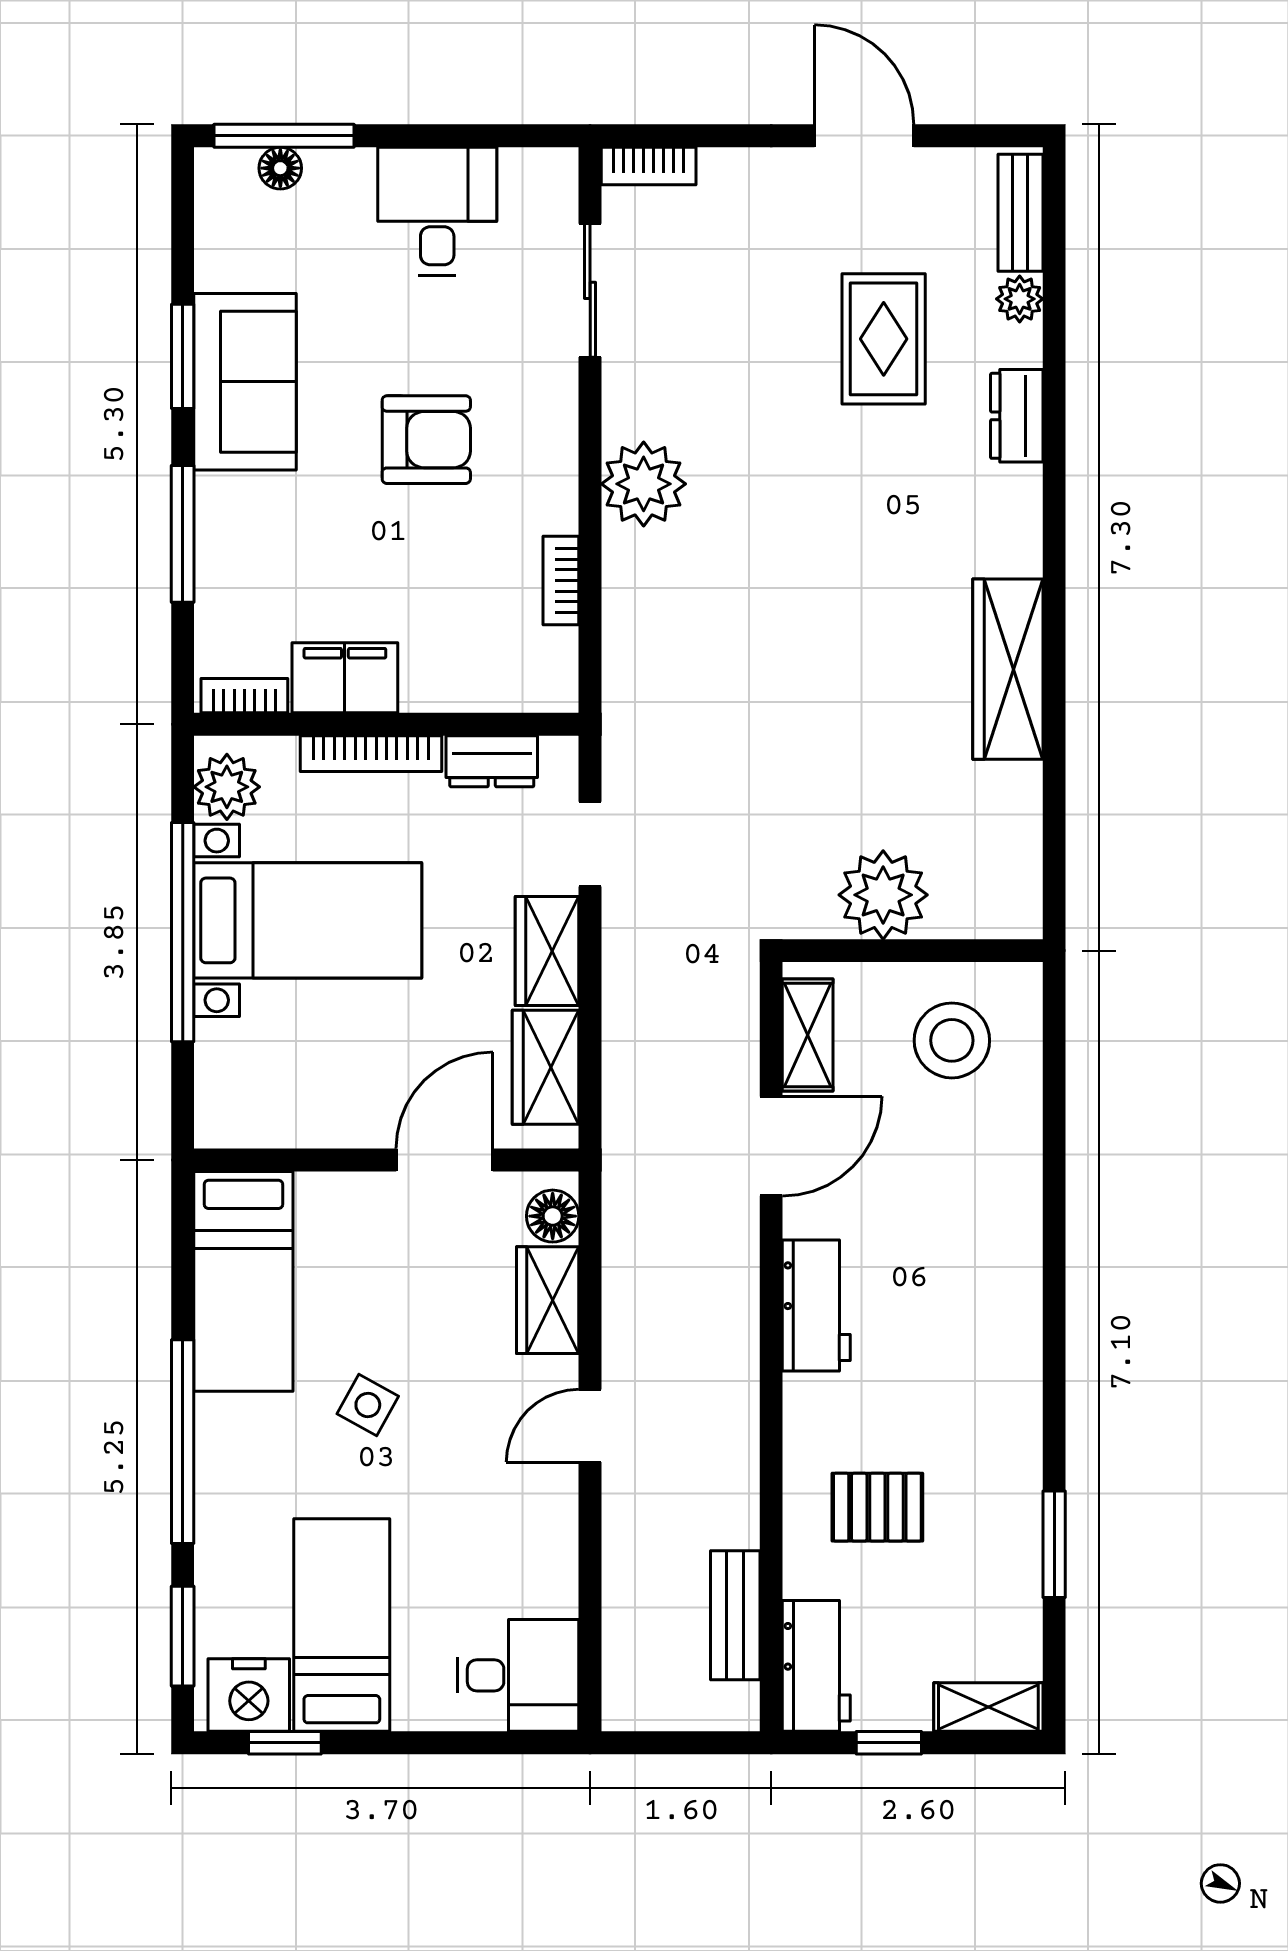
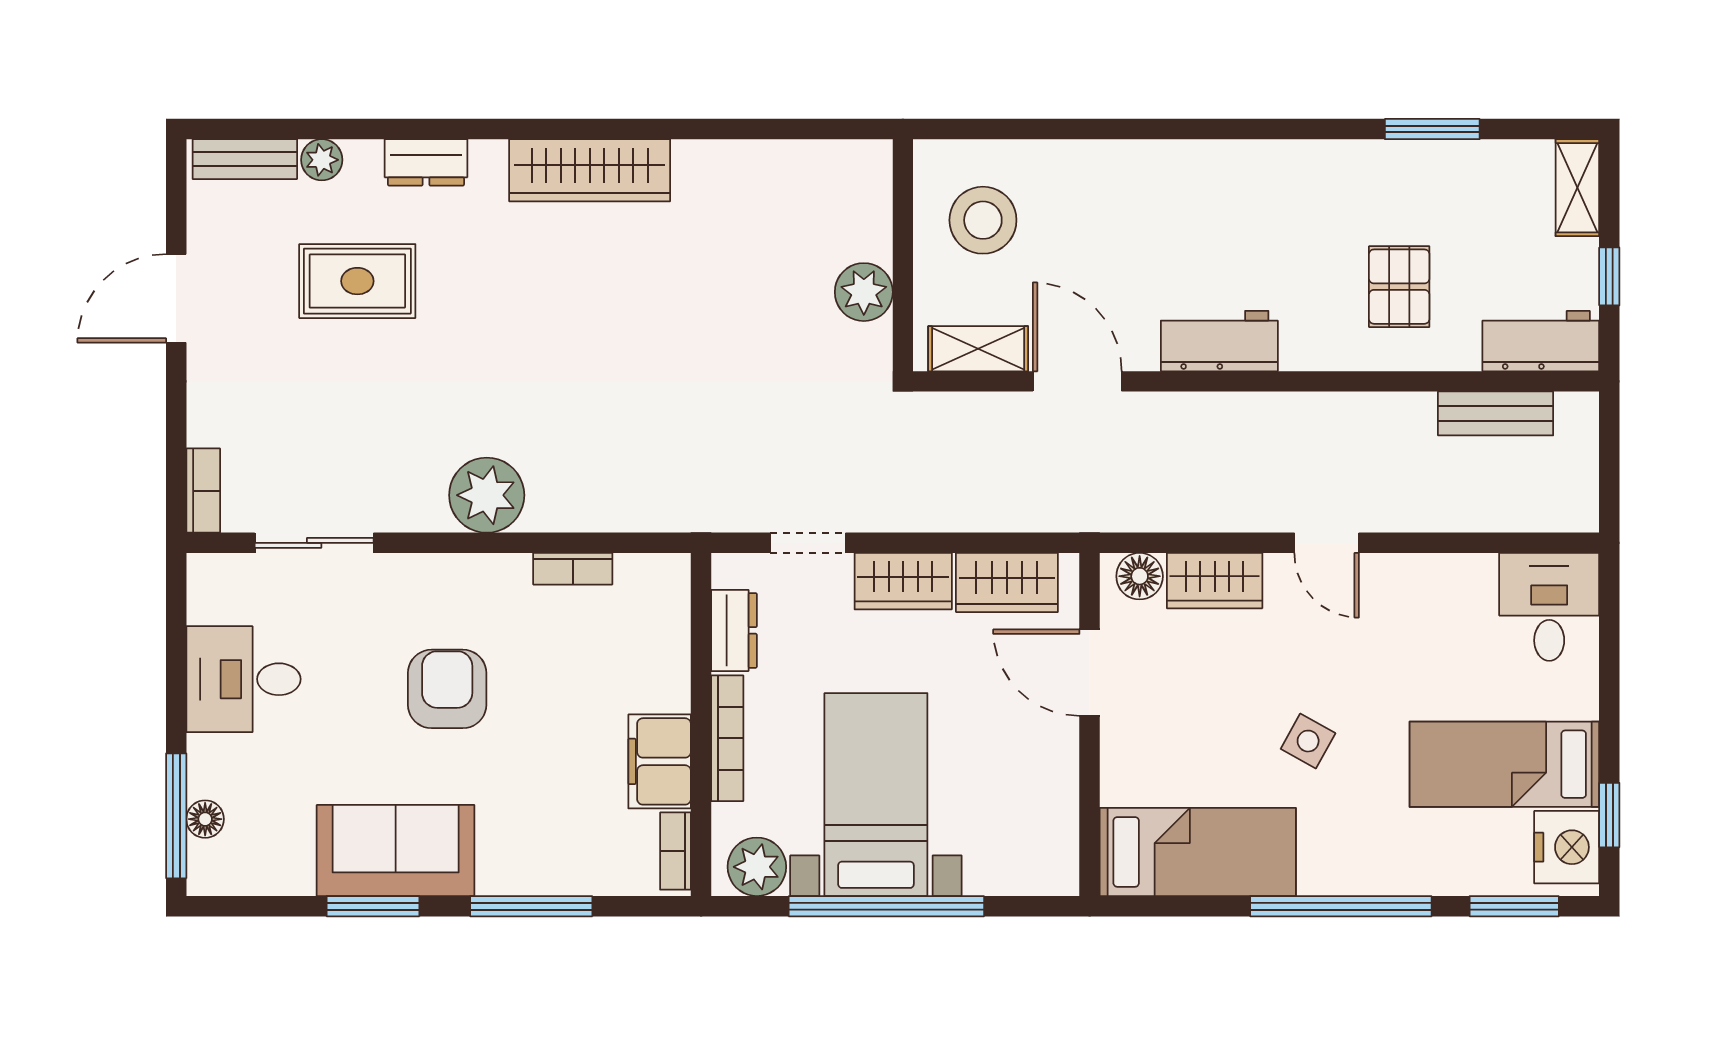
wardrobe: (1008, 669) -> (590, 170), moved
plant: (883, 895) -> (864, 292), width x0.73, depth x0.73

